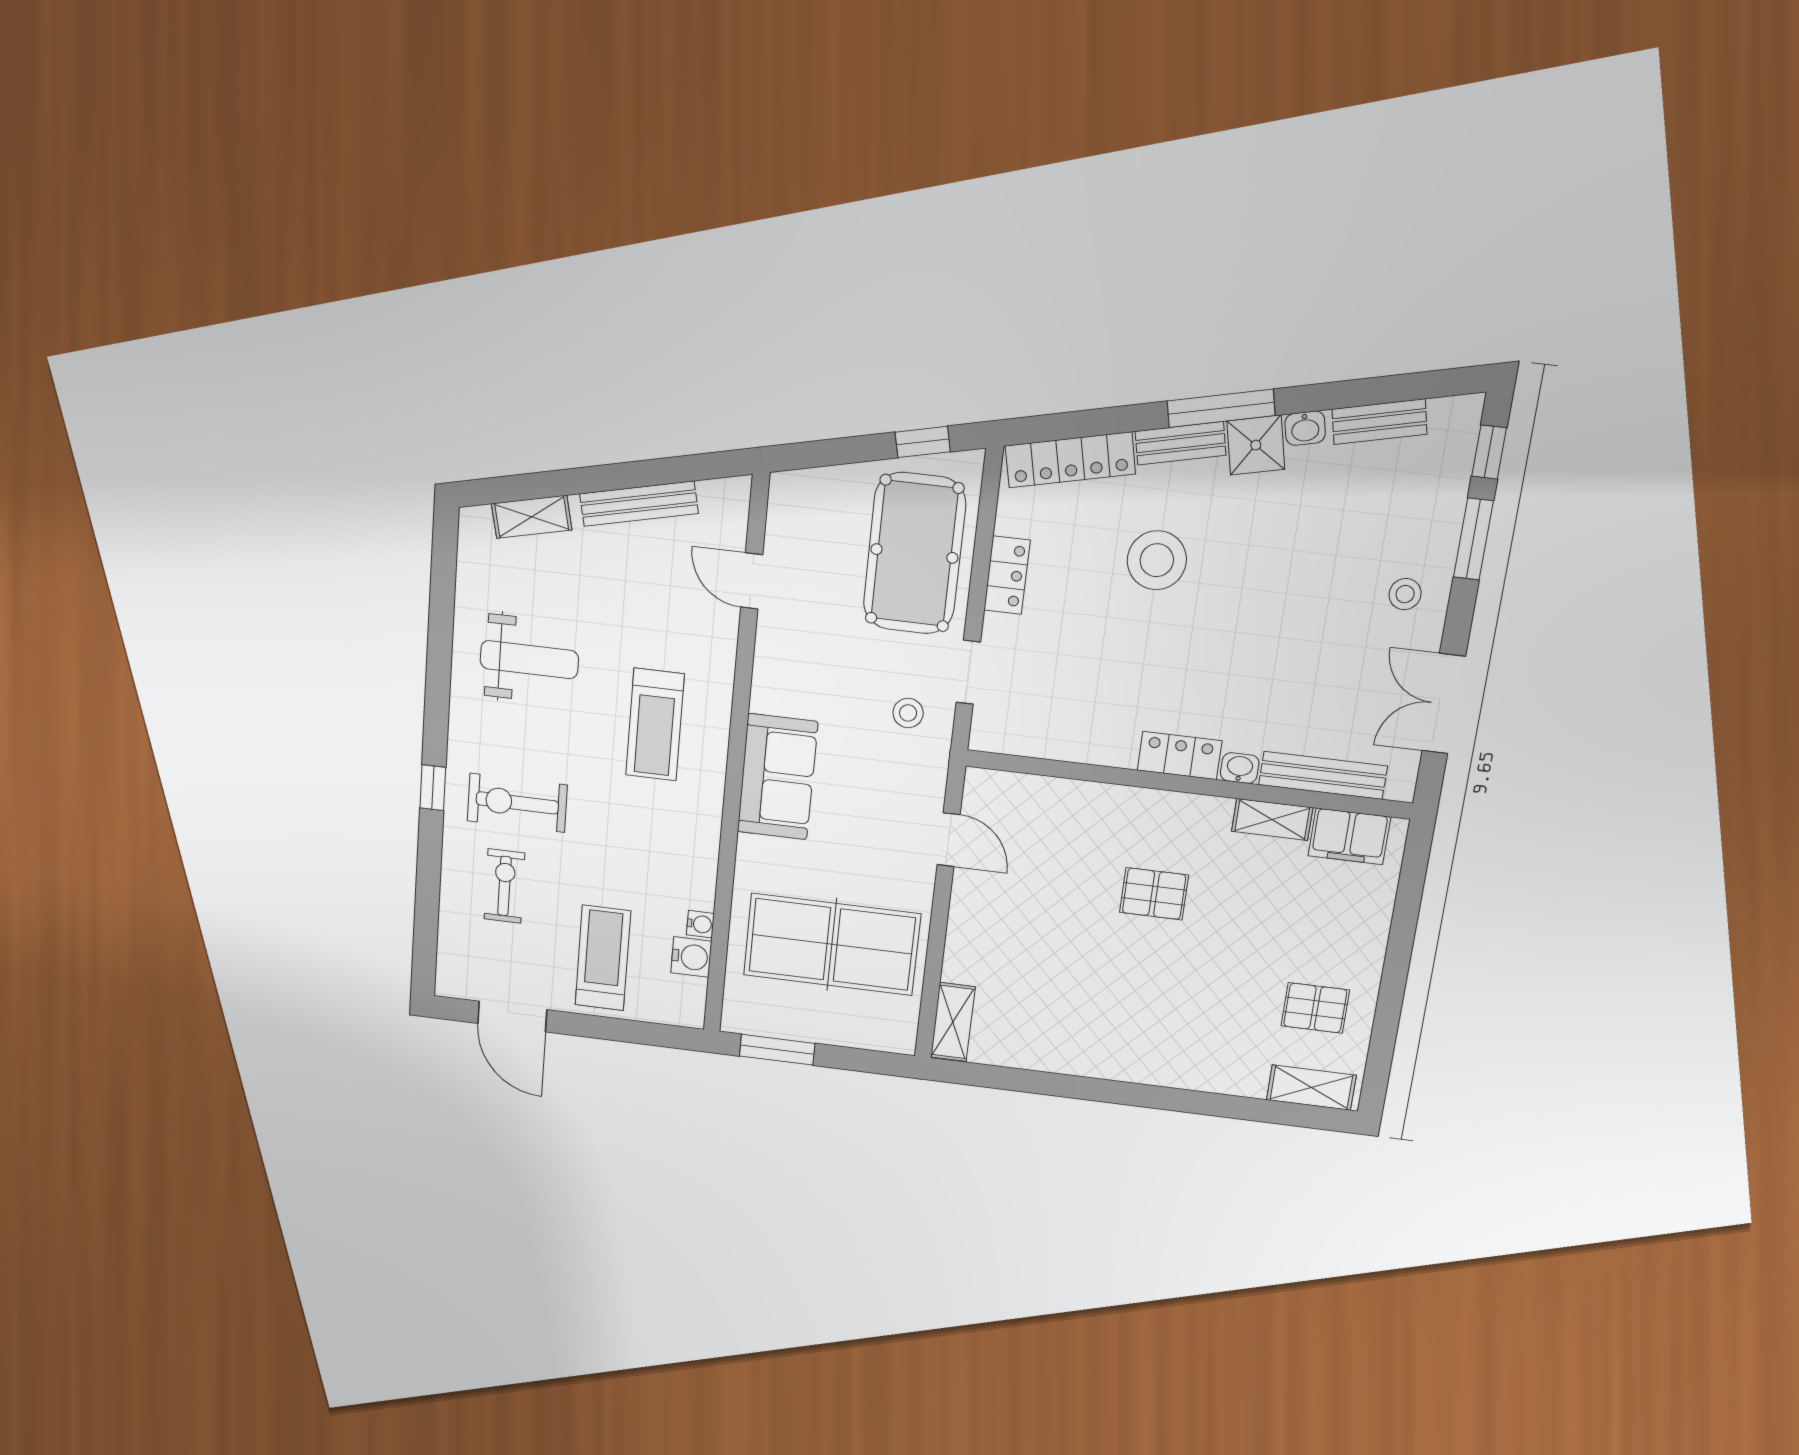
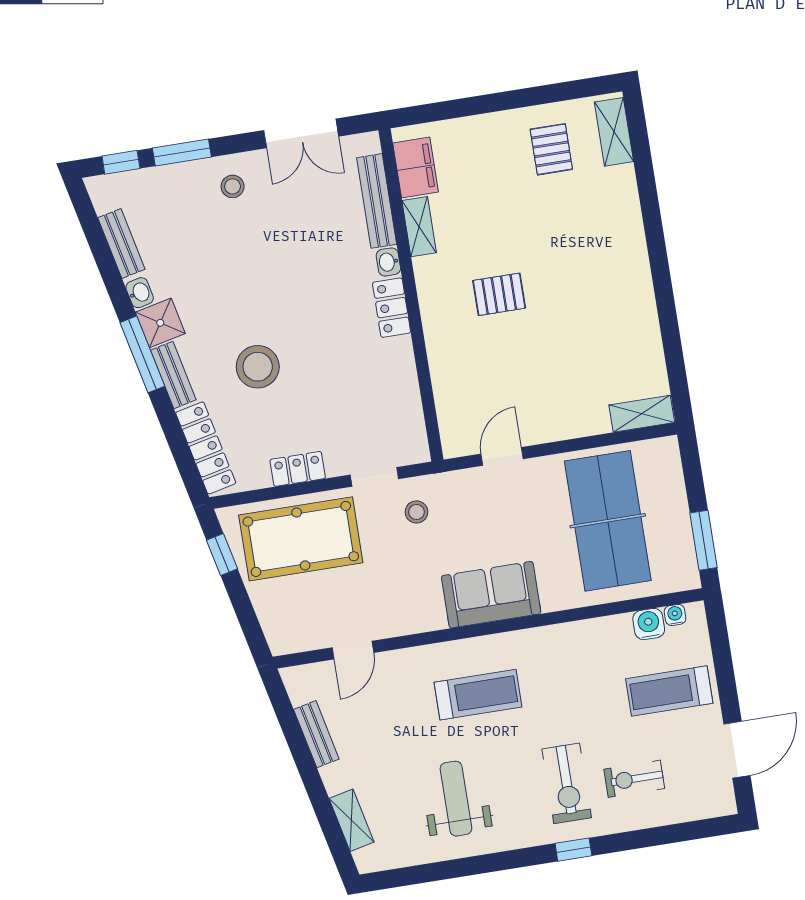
bench: (639, 504) -> (316, 734), width x0.73
pallet: (1154, 894) -> (499, 294), turned 90
water cooler: (700, 924) -> (675, 615), moved

